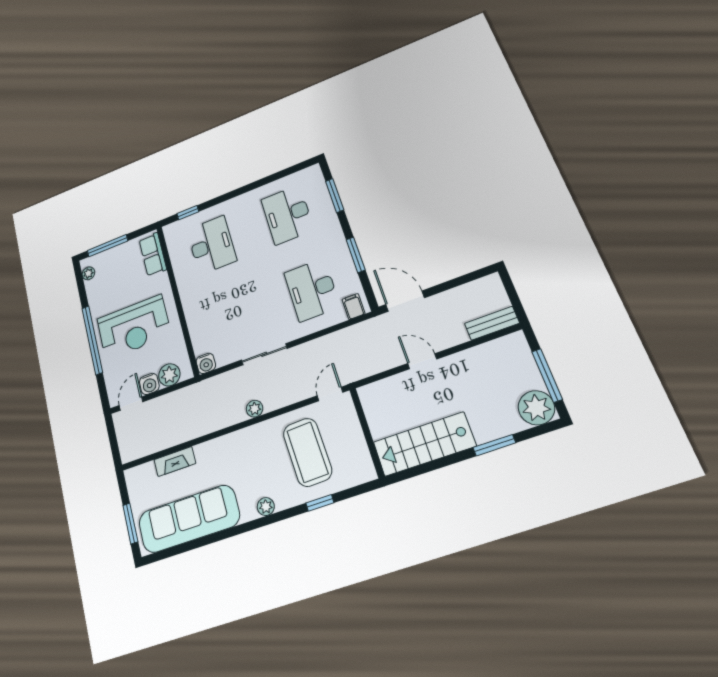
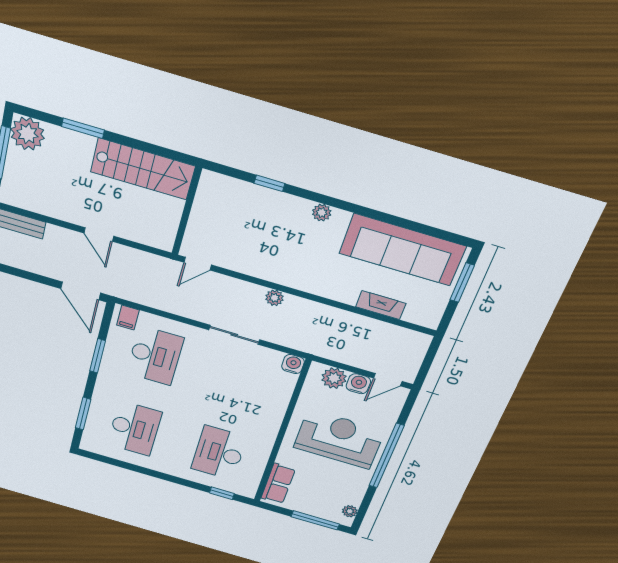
coffee table: (307, 452) -> (251, 231), removed

